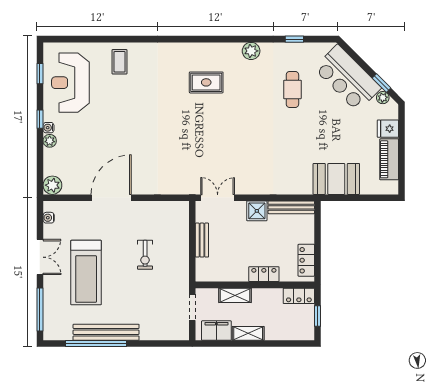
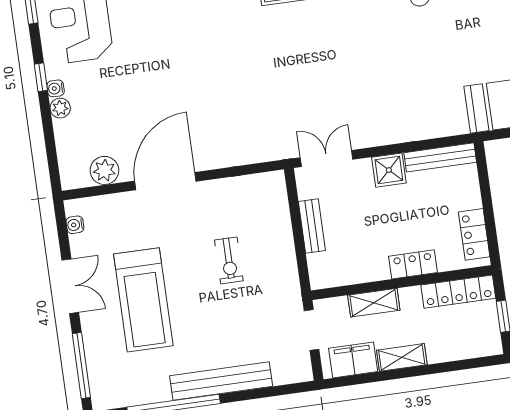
plant: (52, 185) -> (104, 170), moved
locker: (299, 296) -> (458, 292), width x1.53
bench: (106, 332) -> (221, 381), moved

